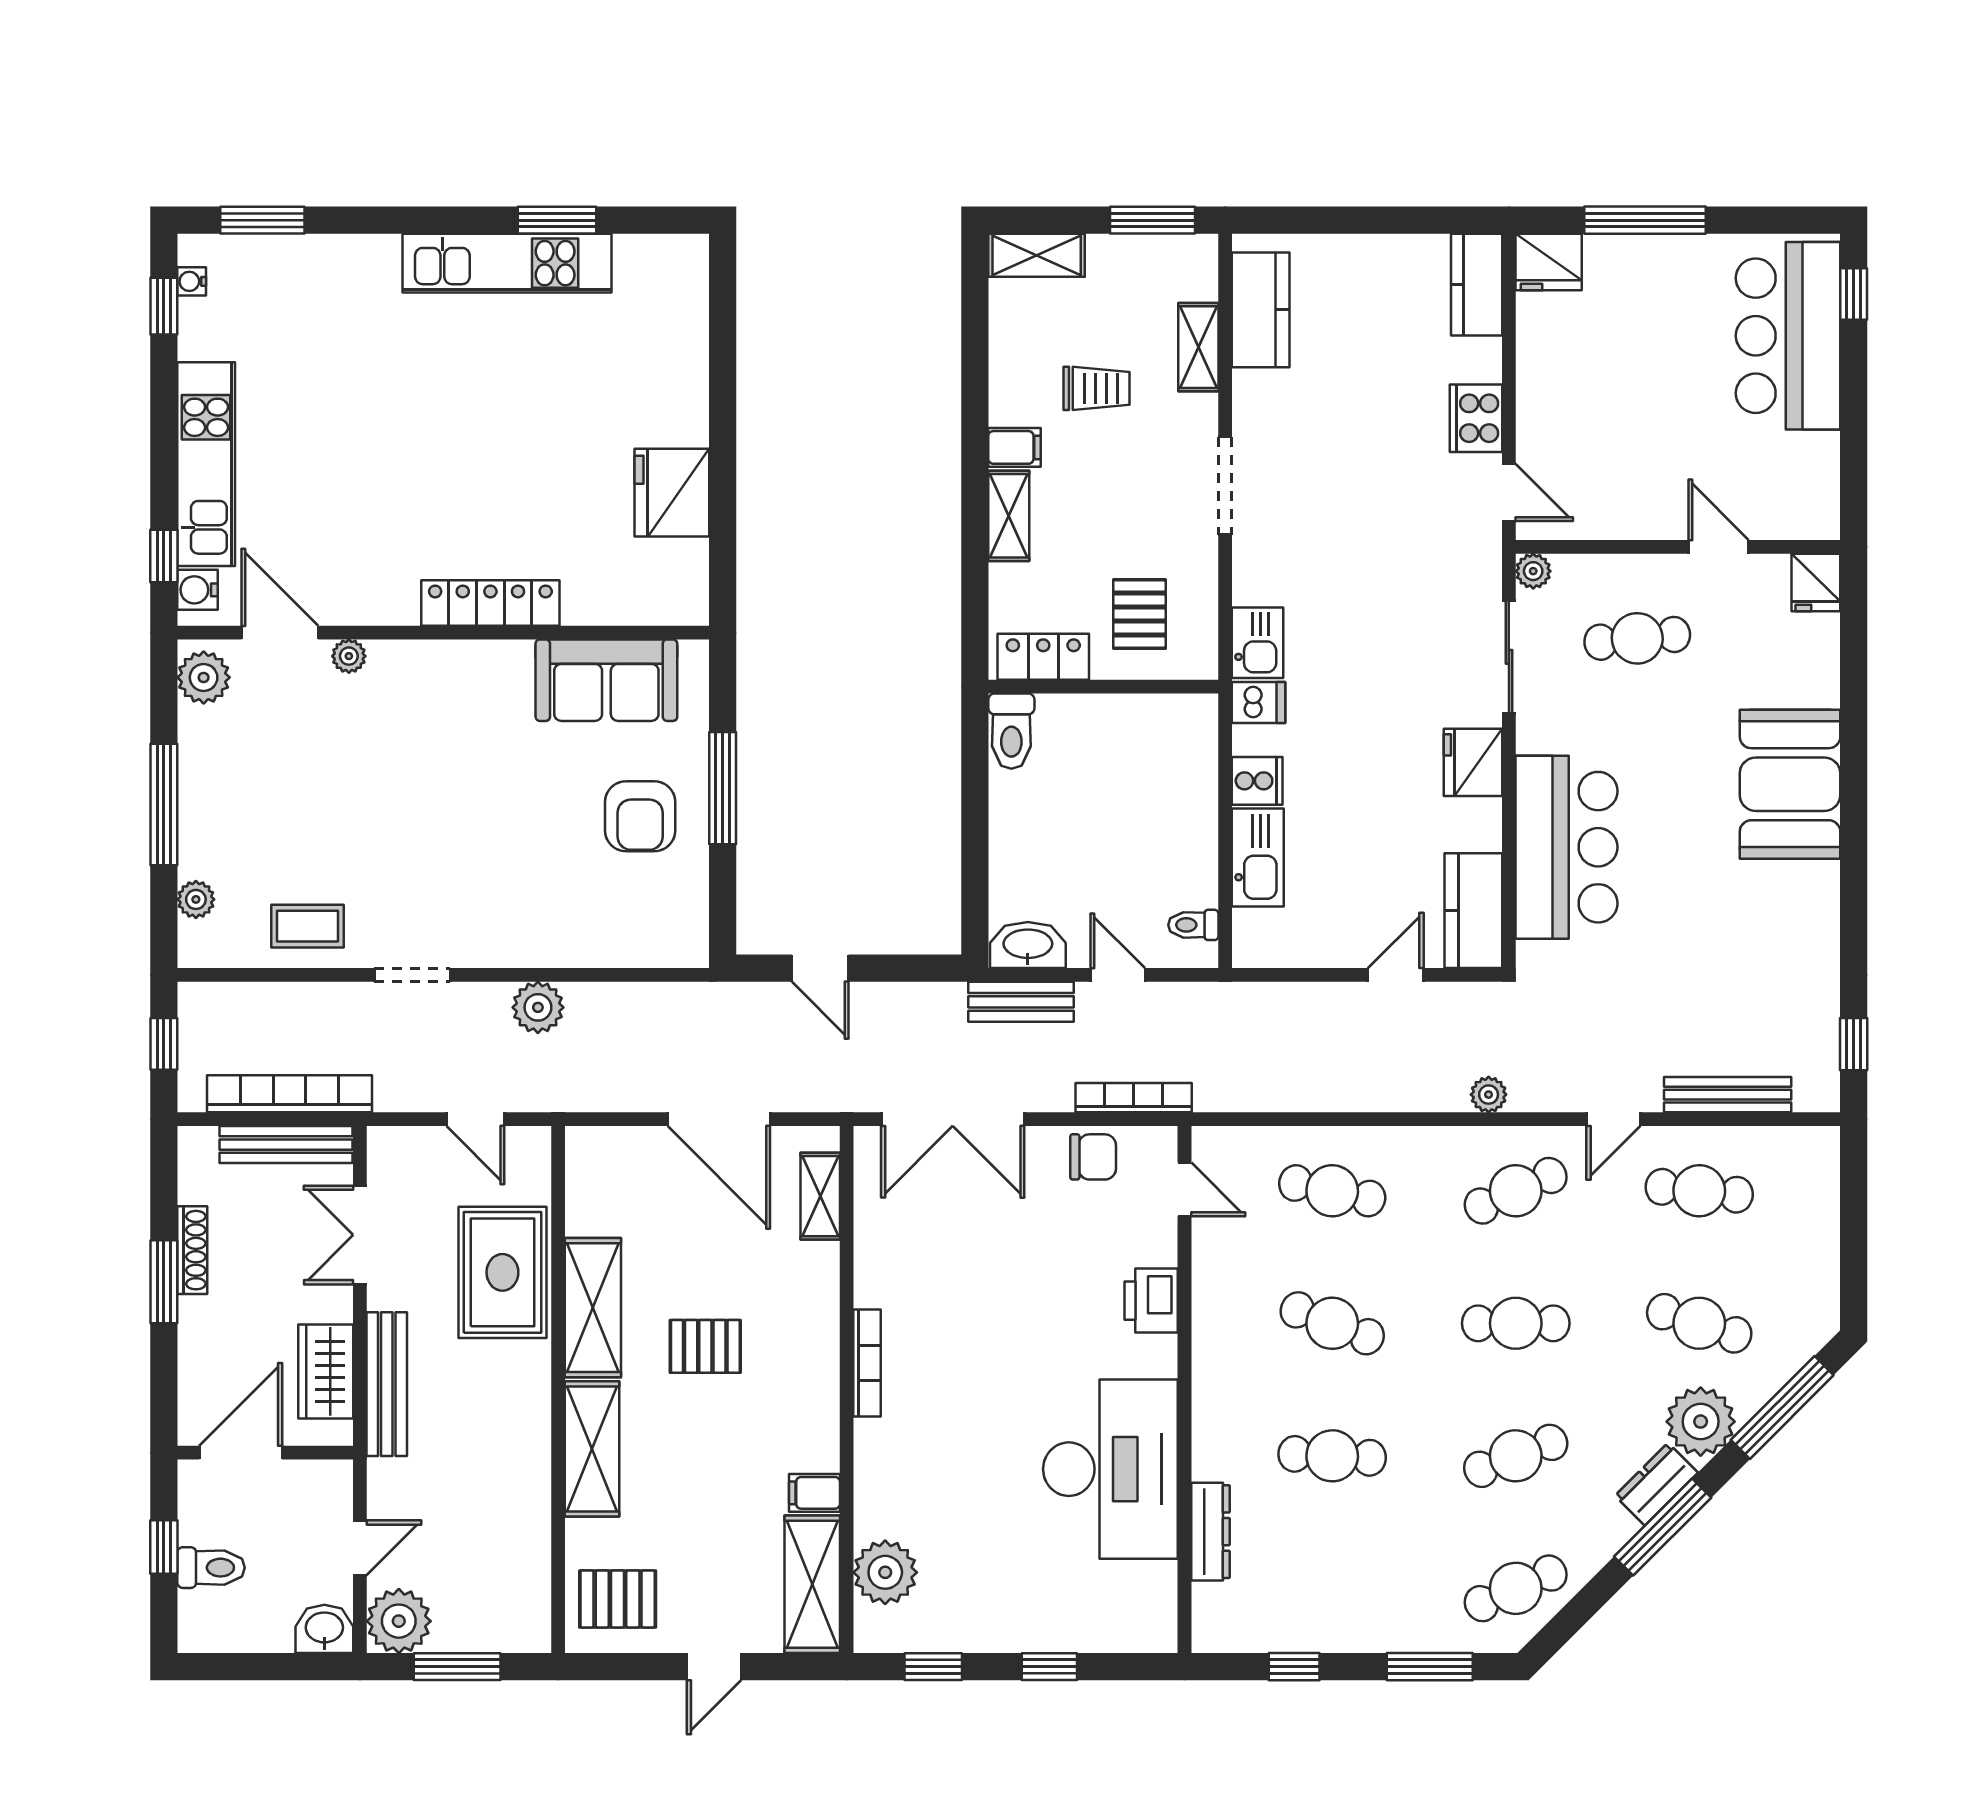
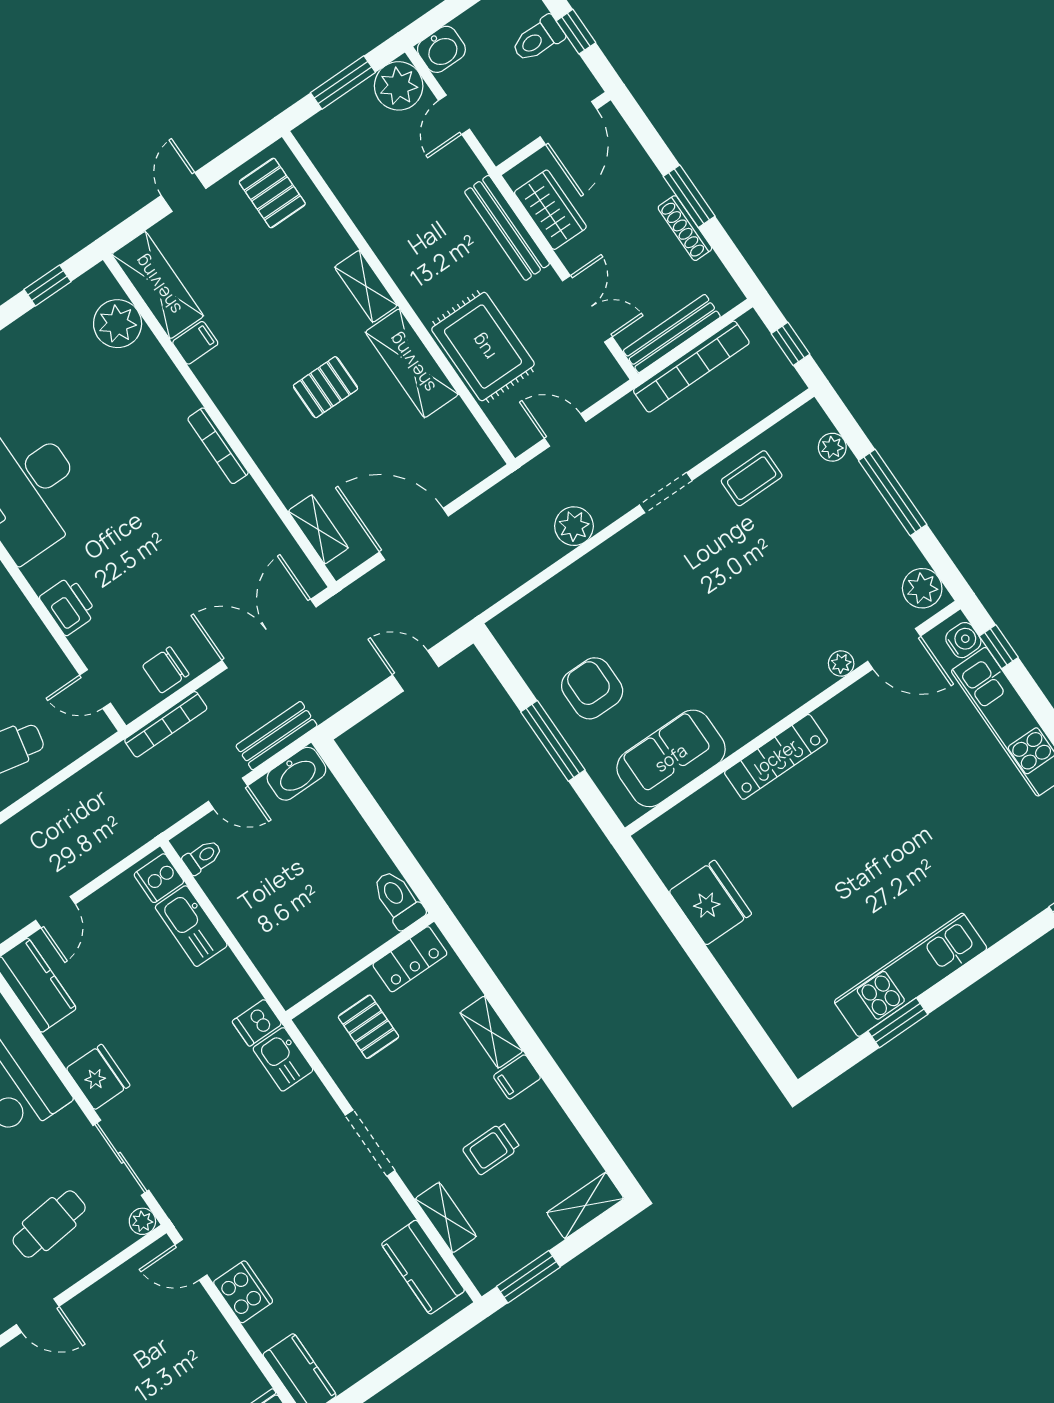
cooker: (1257, 781) -> (159, 878), moved
shelving: (592, 1449) -> (366, 286), width x0.67, depth x0.75
pallet: (618, 1599) -> (272, 193), turned 90

